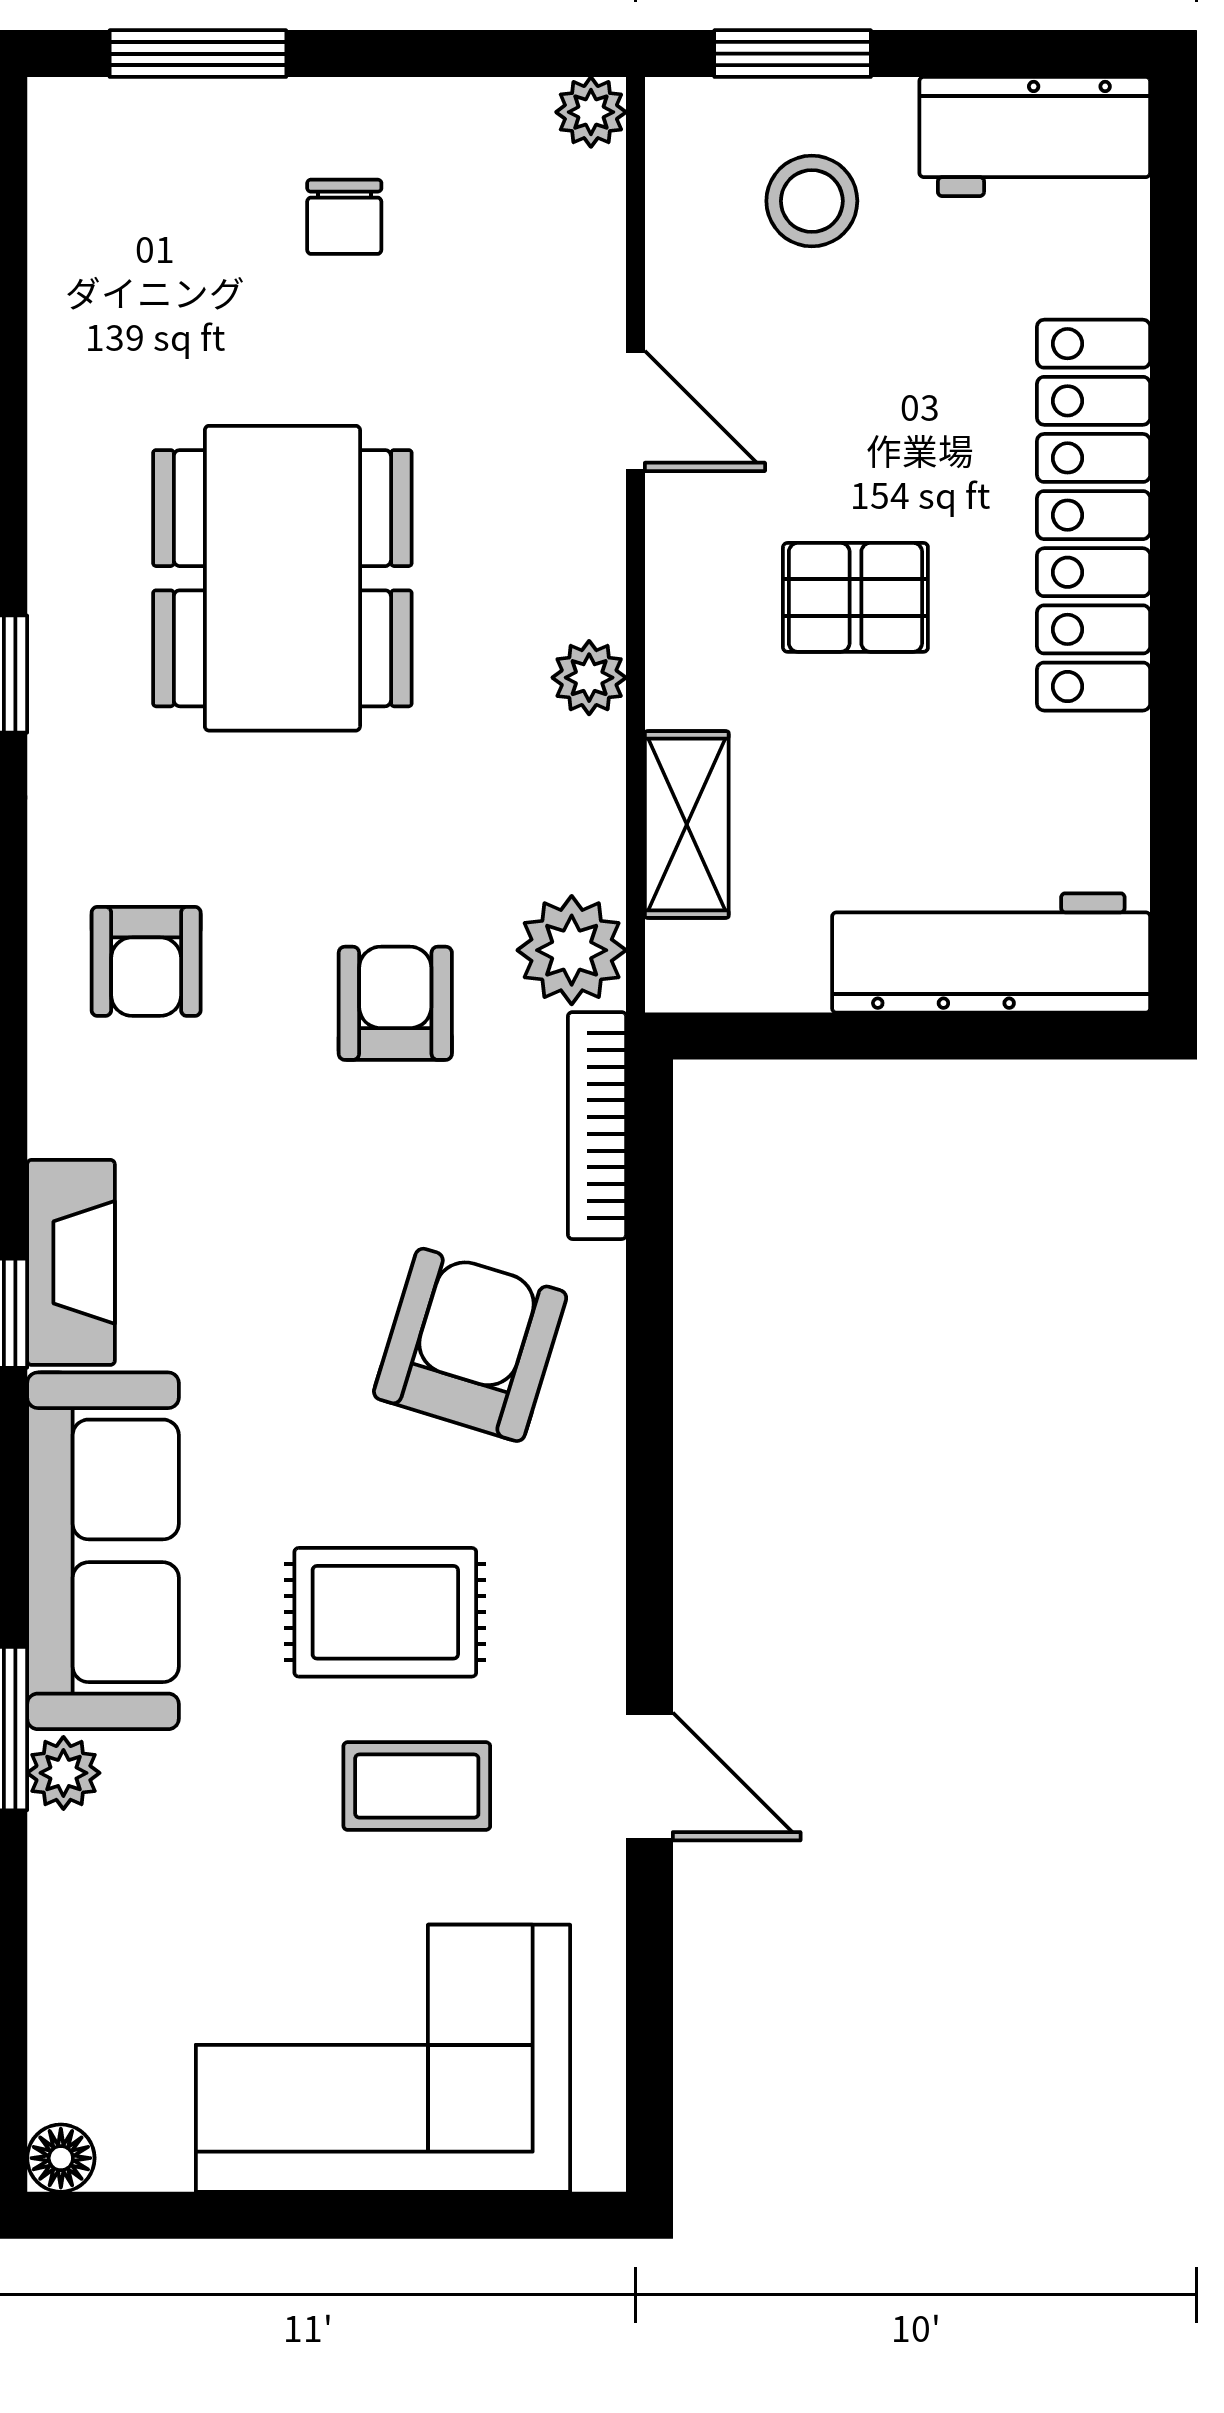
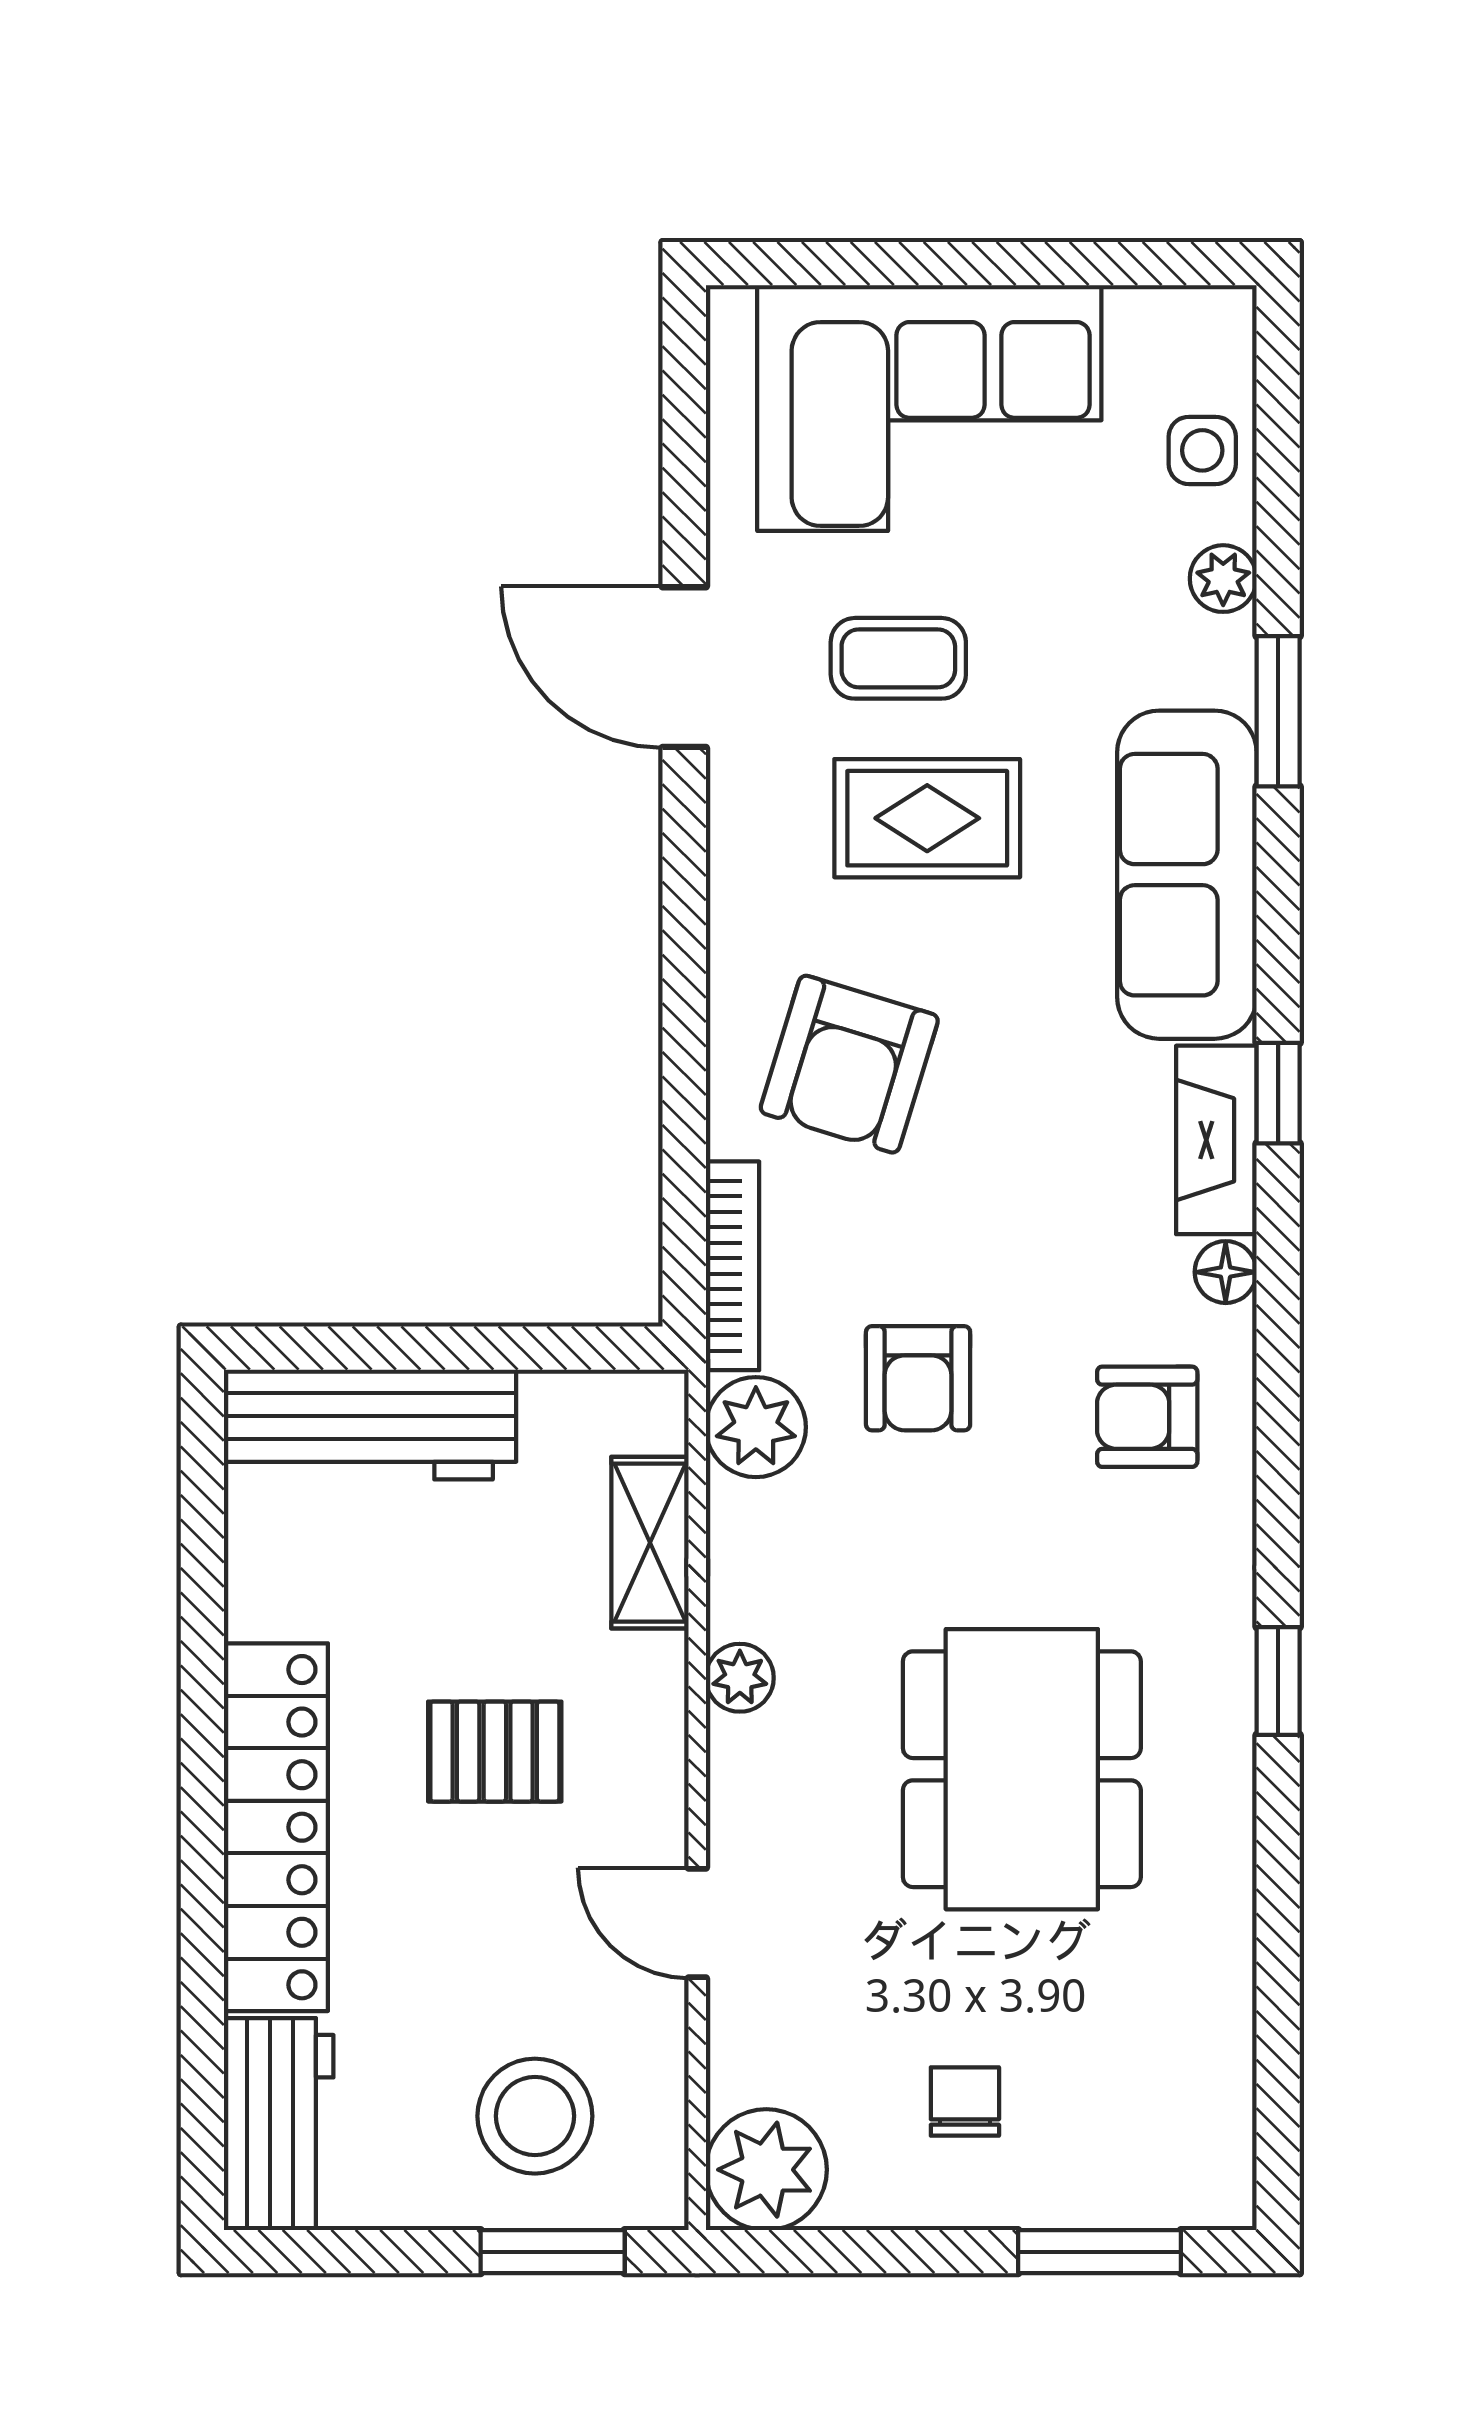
plant: (591, 112) -> (766, 2170), width x1.88, depth x1.88
workbench: (1035, 137) -> (279, 2124), moved, turned 90
stool: (812, 201) -> (535, 2116), width x1.38, depth x1.38
armchair: (146, 961) -> (1147, 1417), turned -90
plant: (63, 1773) -> (1223, 579), moved
door: (649, 1777) -> (684, 667), width x1.38
side table: (86, 2012) -> (1202, 450), added
floor lamp: (61, 2158) -> (1226, 1272), moved

